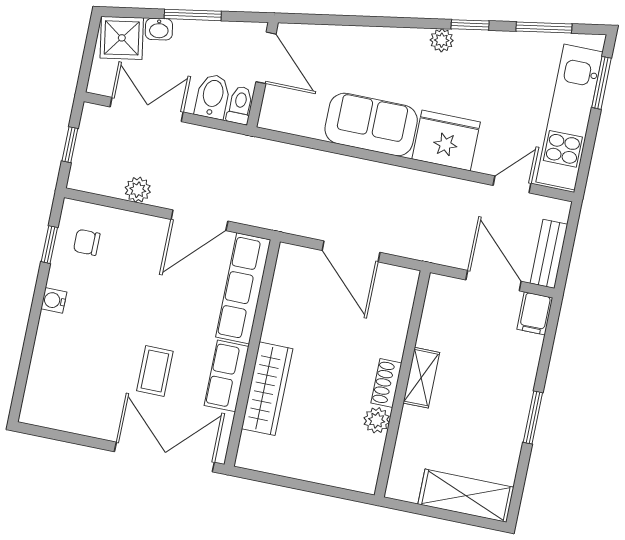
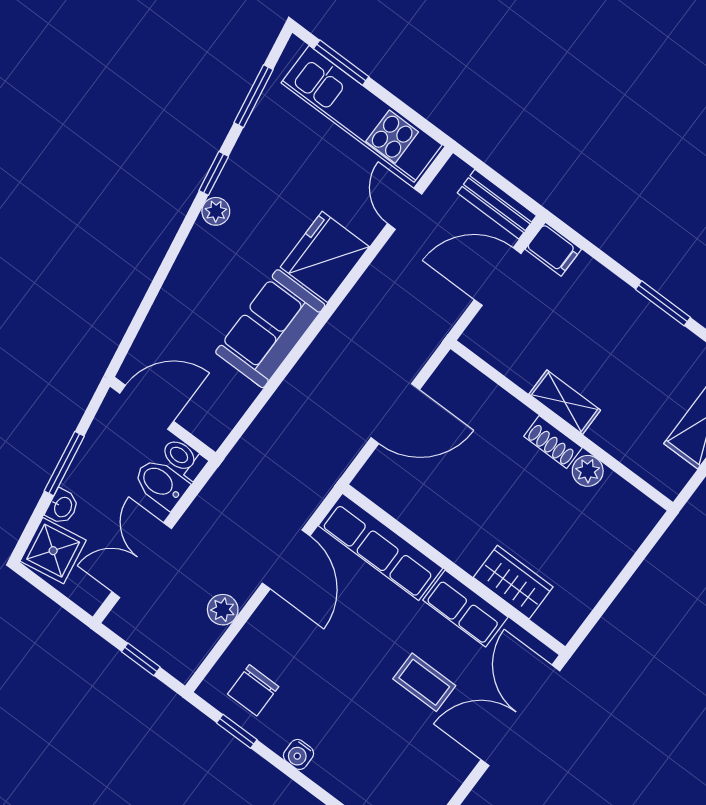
chair: (87, 242) -> (253, 690), width x1.37, depth x1.37
wardrobe: (267, 389) -> (513, 582), width x0.67

